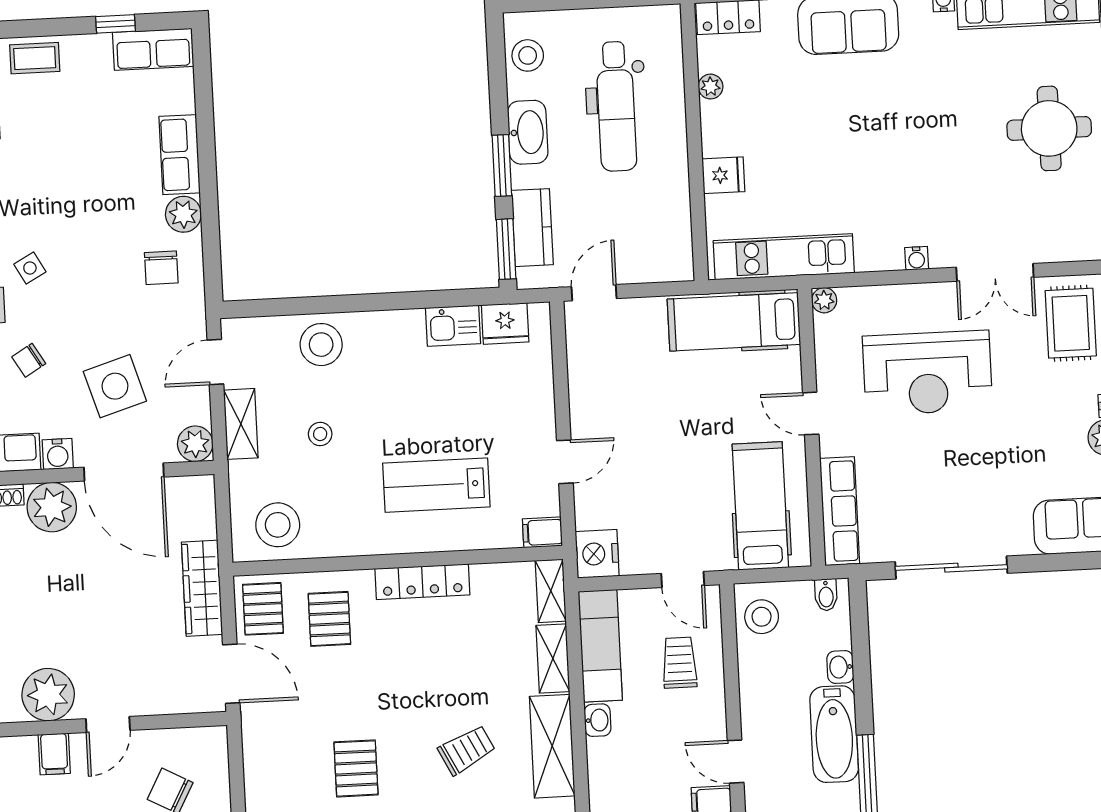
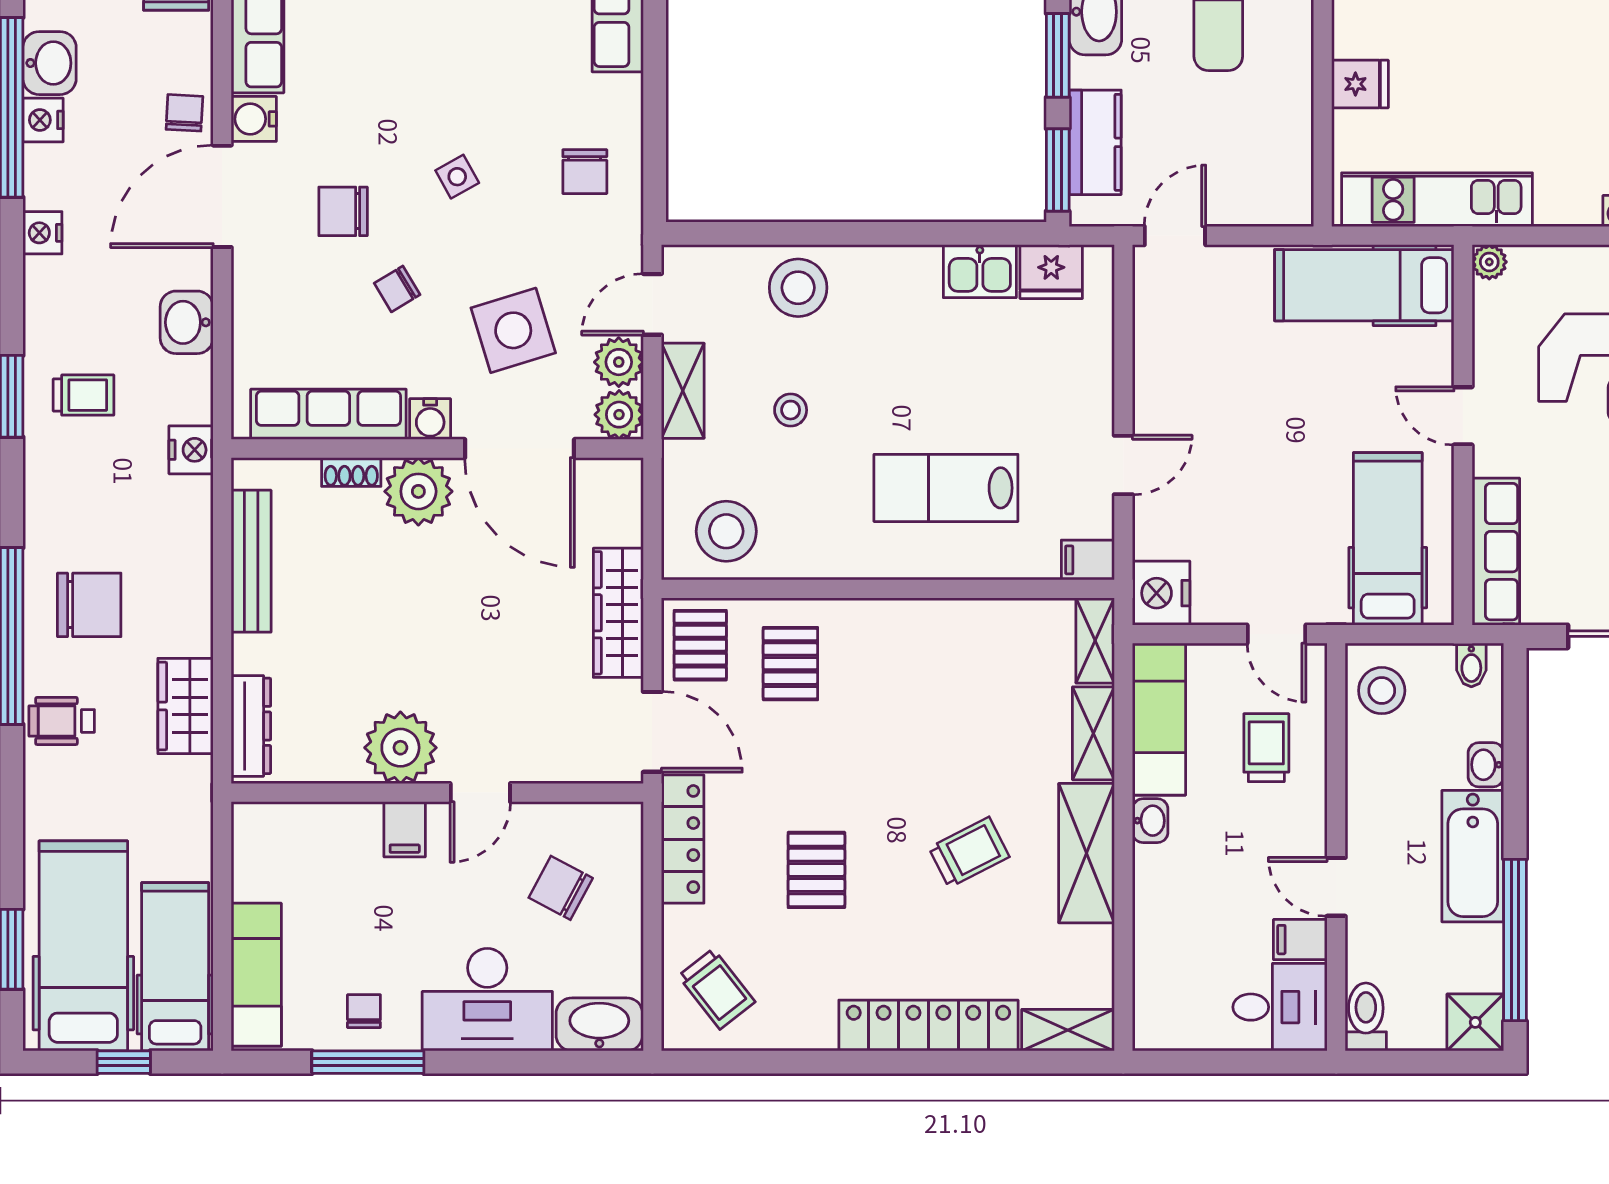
plant: (183, 214) -> (619, 362), moved
side table: (30, 268) -> (457, 177), moved
locker: (422, 582) -> (683, 839), moved, turned -90

